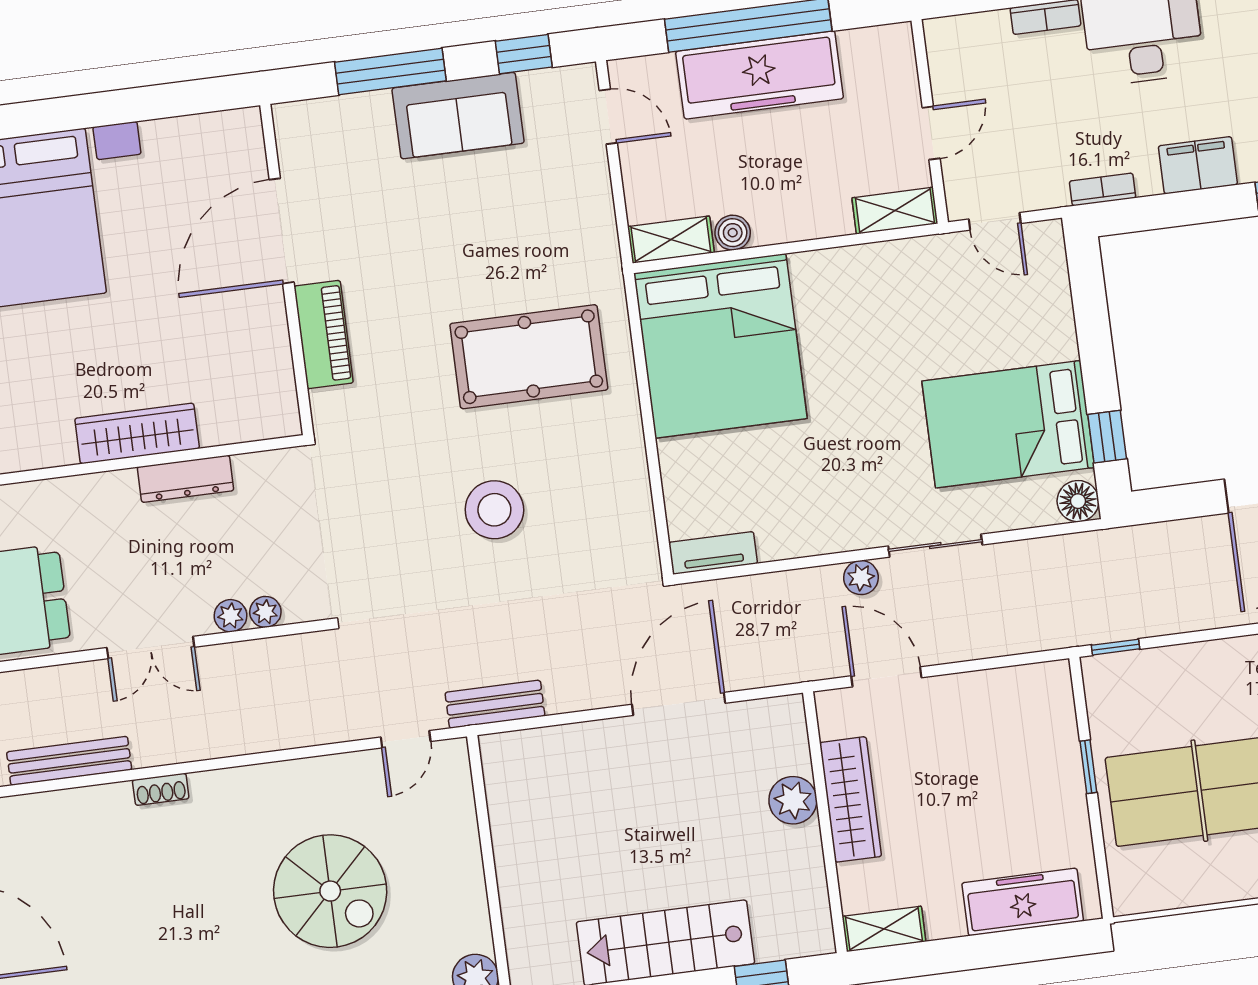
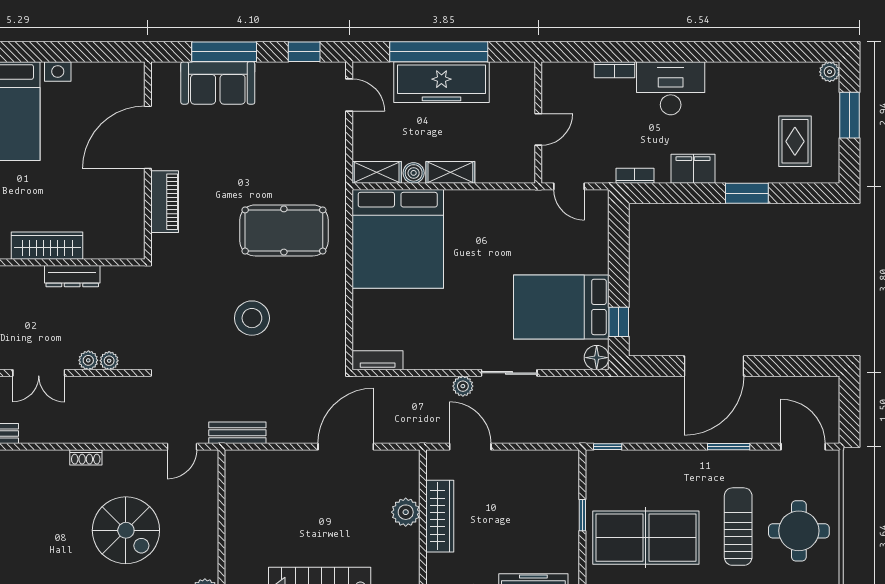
sofa: (458, 116) -> (218, 83), moved
shelving: (895, 211) -> (450, 172), moved
shoe rack: (161, 789) -> (86, 457), moved

